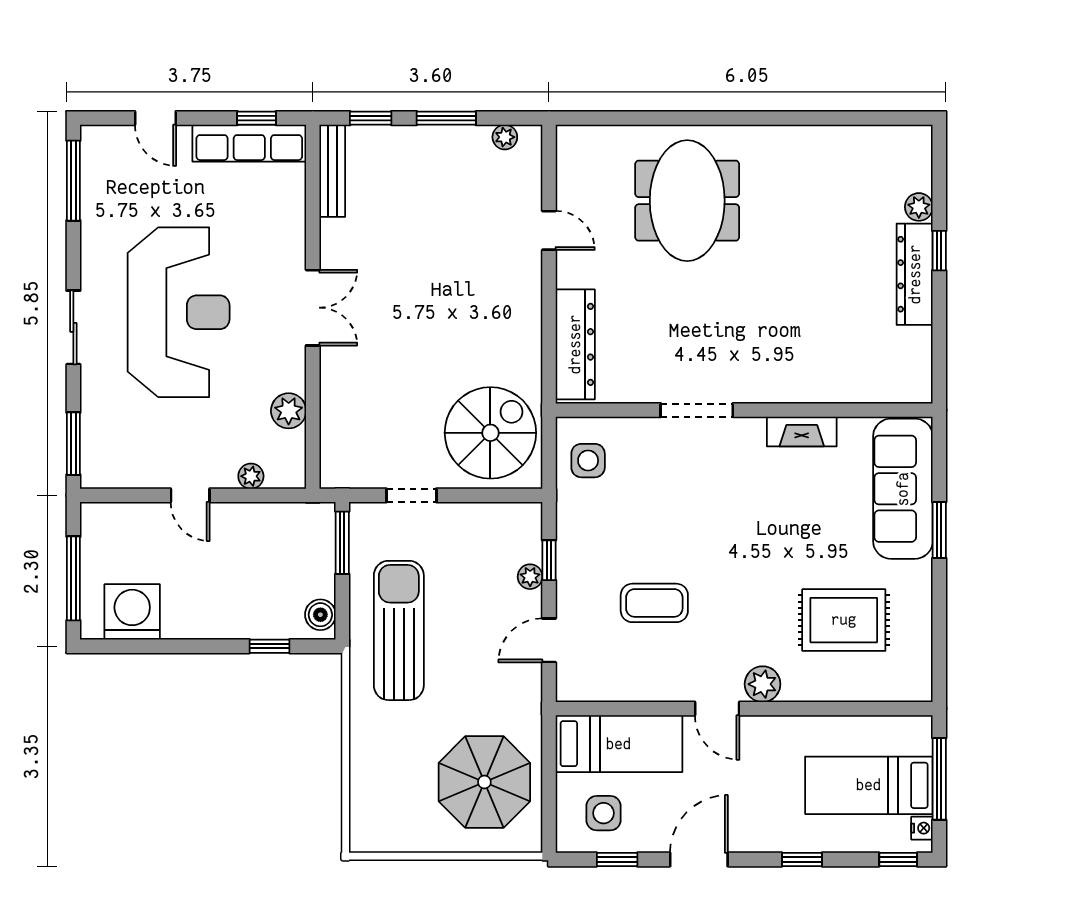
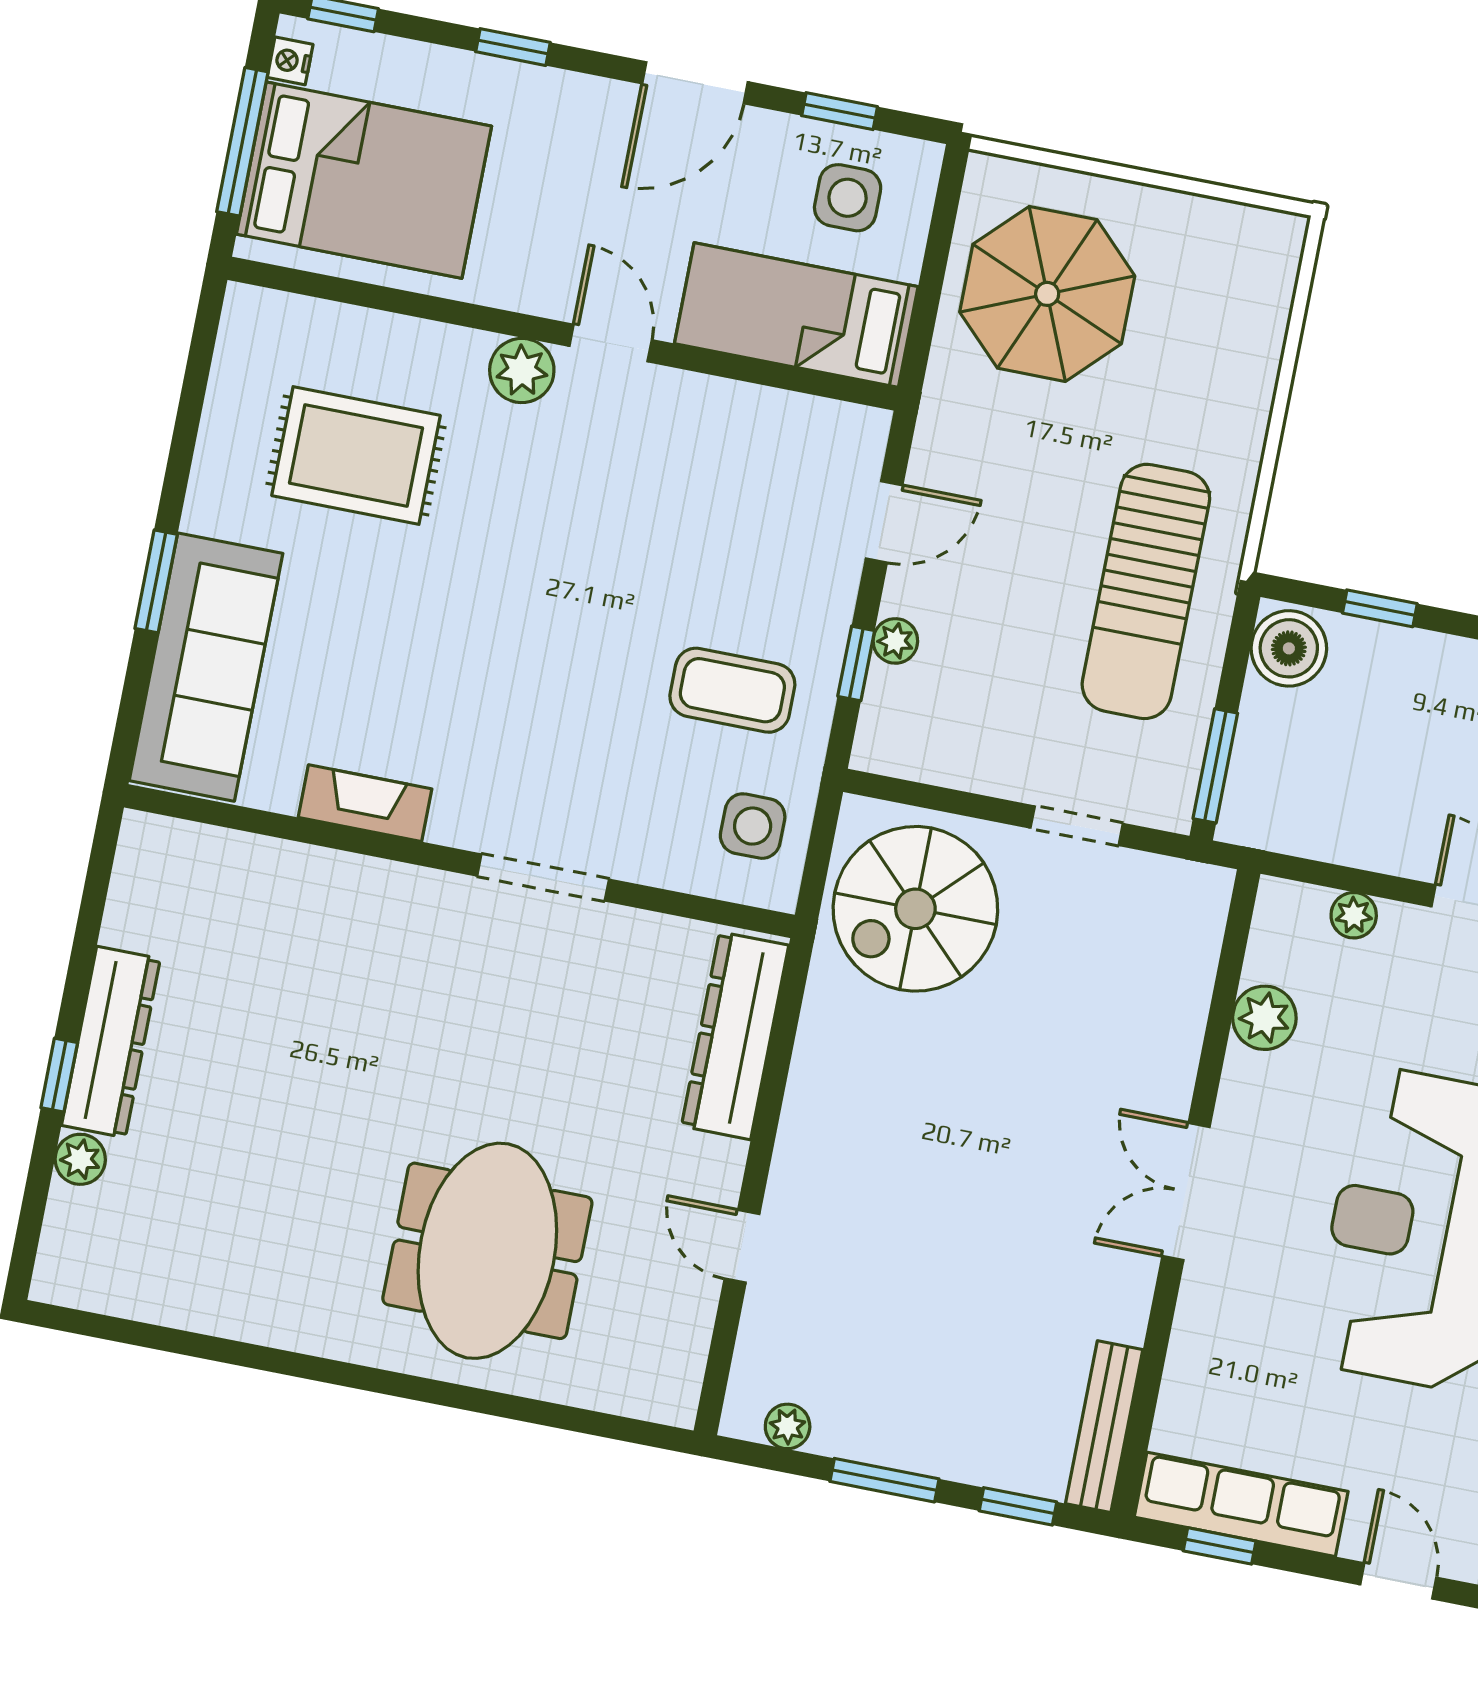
coffee table: (654, 603) -> (732, 690), moved
boiler: (320, 615) -> (1289, 648), width x1.36, depth x1.36
bed: (869, 785) -> (364, 180), width x1.50

